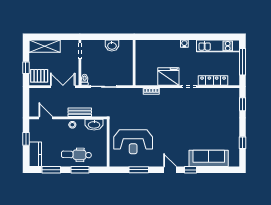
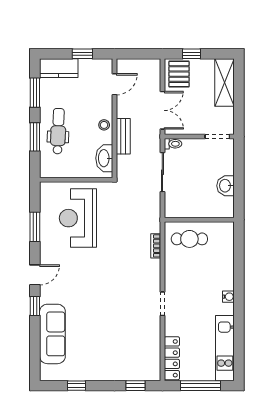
cafe table: (147, 69) -> (189, 239), added
fridge: (168, 76) -> (178, 272), removed
locker: (213, 81) -> (172, 358), moved

